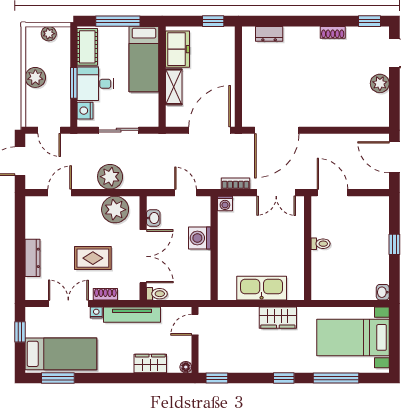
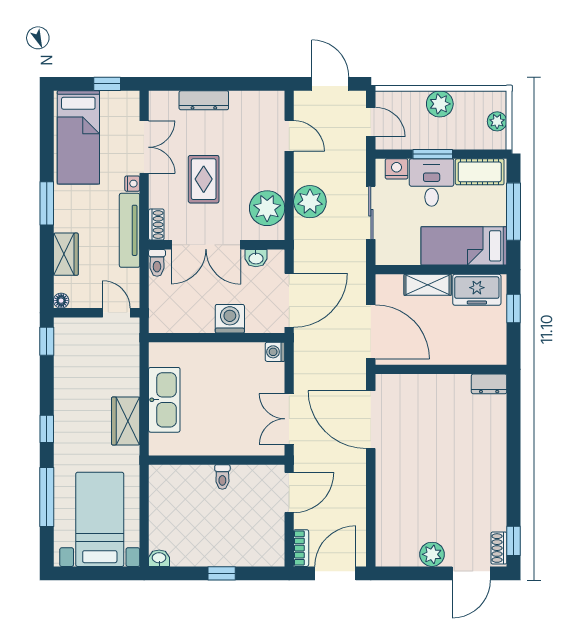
window: (213, 21) -> (514, 309), moved
shoe rack: (333, 32) -> (499, 548), moved
dresser: (269, 34) -> (489, 384), moved, turned -90
door: (49, 130) -> (371, 122), swing flipped
bookcase: (236, 184) -> (301, 548), moved
door: (186, 193) -> (289, 300), width x1.88
shoe rack: (105, 294) -> (156, 225), moved
window: (58, 378) -> (47, 203), moved

